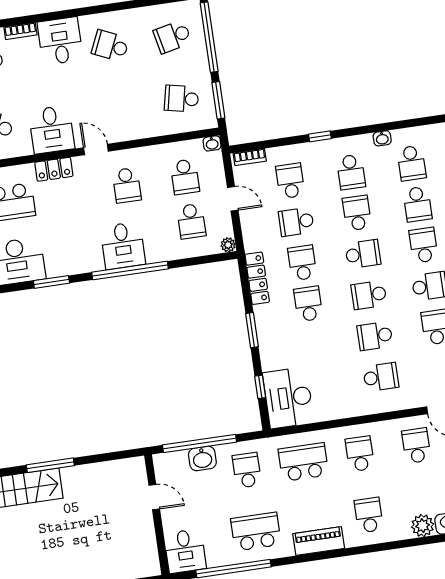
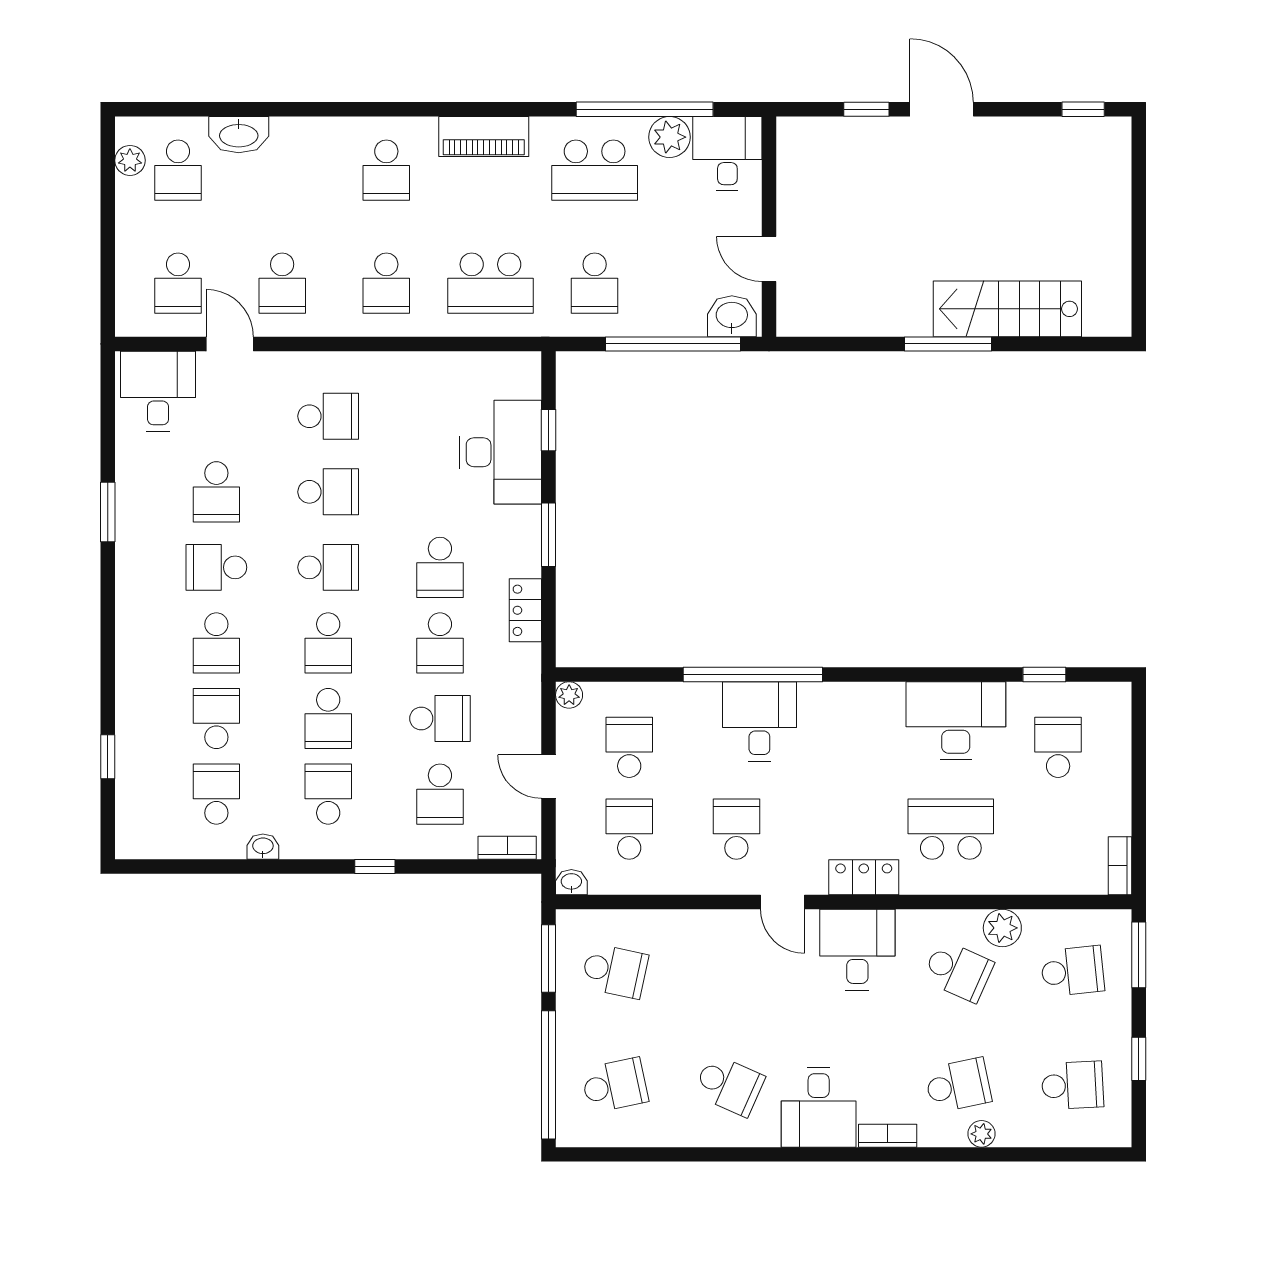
school desk: (363, 254) -> (328, 643), turned -90
locker: (257, 278) -> (525, 610), width x0.66
window: (51, 282) -> (898, 674), removed
school desk: (381, 377) -> (328, 416), turned 180
desk: (288, 398) -> (501, 452), moved
washbasin: (202, 458) -> (732, 316), moved
plant: (423, 526) -> (669, 137), moved

